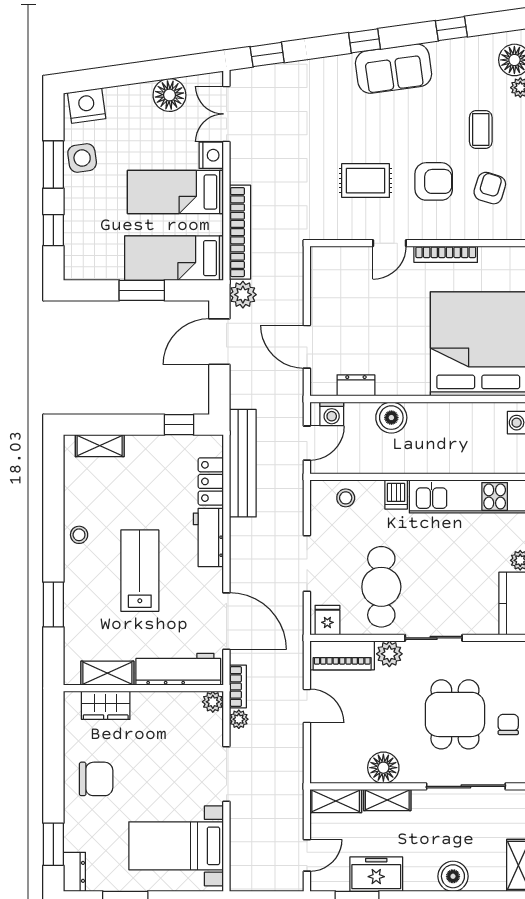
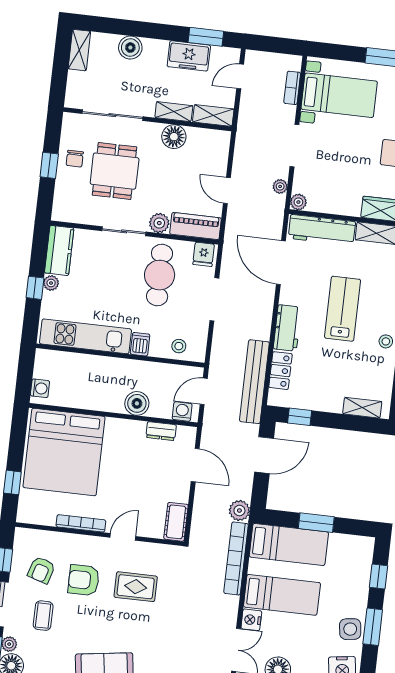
cot: (323, 270) -> (176, 522), added
door: (219, 342) -> (264, 455), moved
lab bench: (140, 571) -> (343, 309), turned 180
bookcase: (238, 686) -> (292, 88), moved

